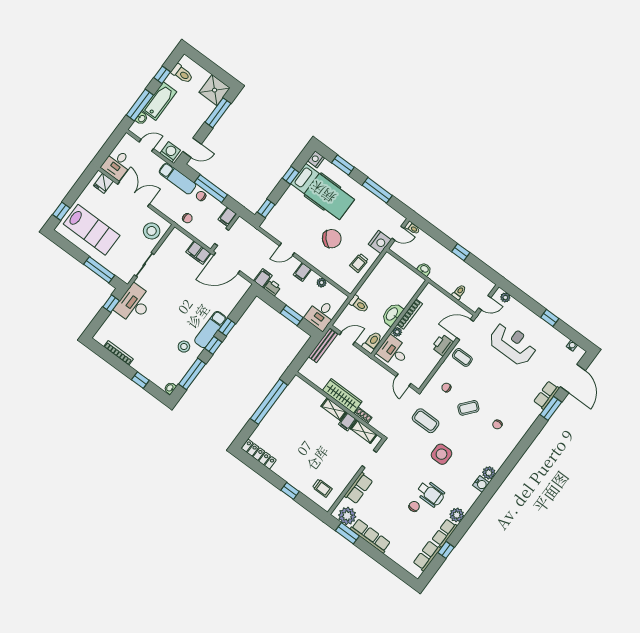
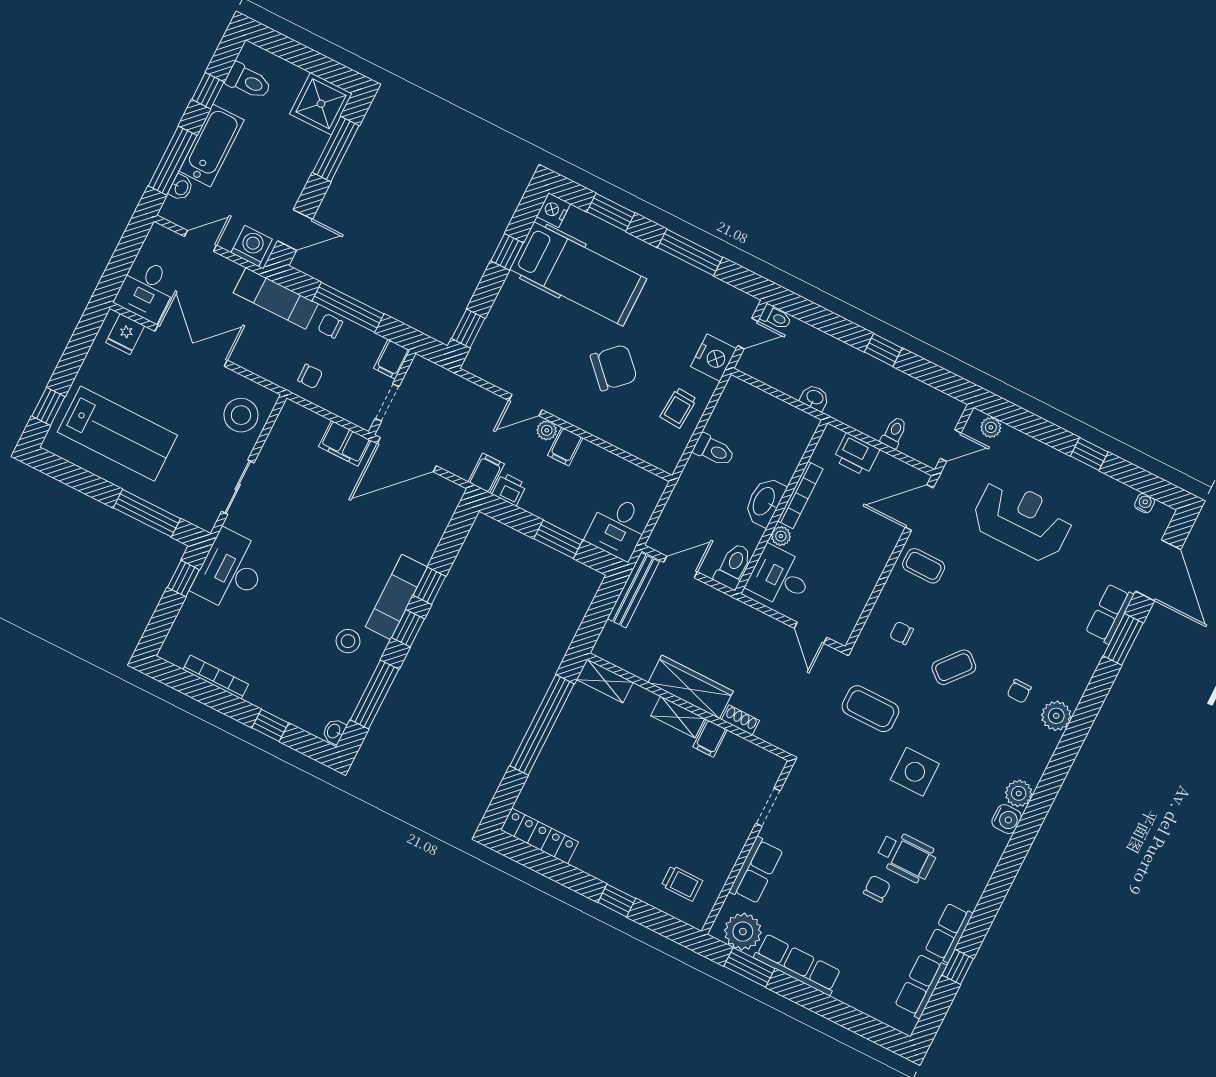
plant: (322, 283) -> (547, 430), moved
toilet: (359, 304) -> (714, 450), moved
printer: (442, 345) -> (856, 455), moved, turned -90
shelving: (364, 432) -> (605, 681), moved
plant: (457, 515) -> (1056, 716), moved

